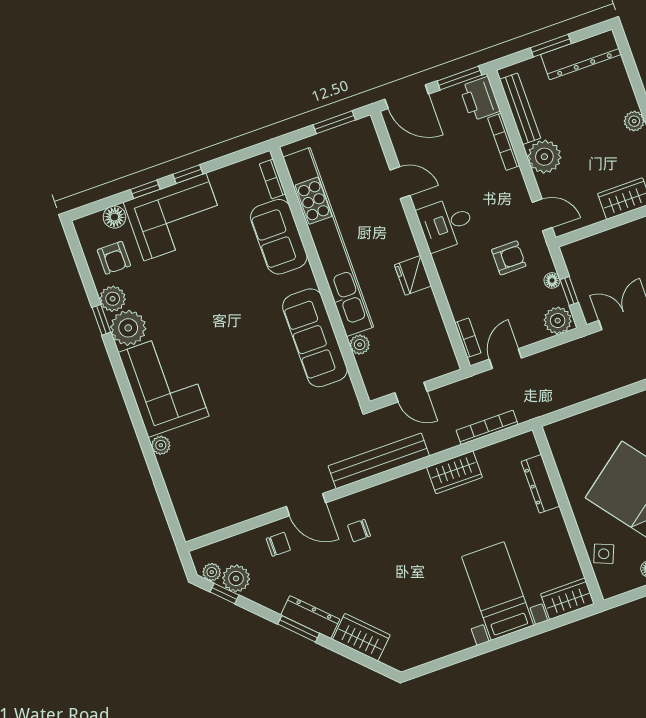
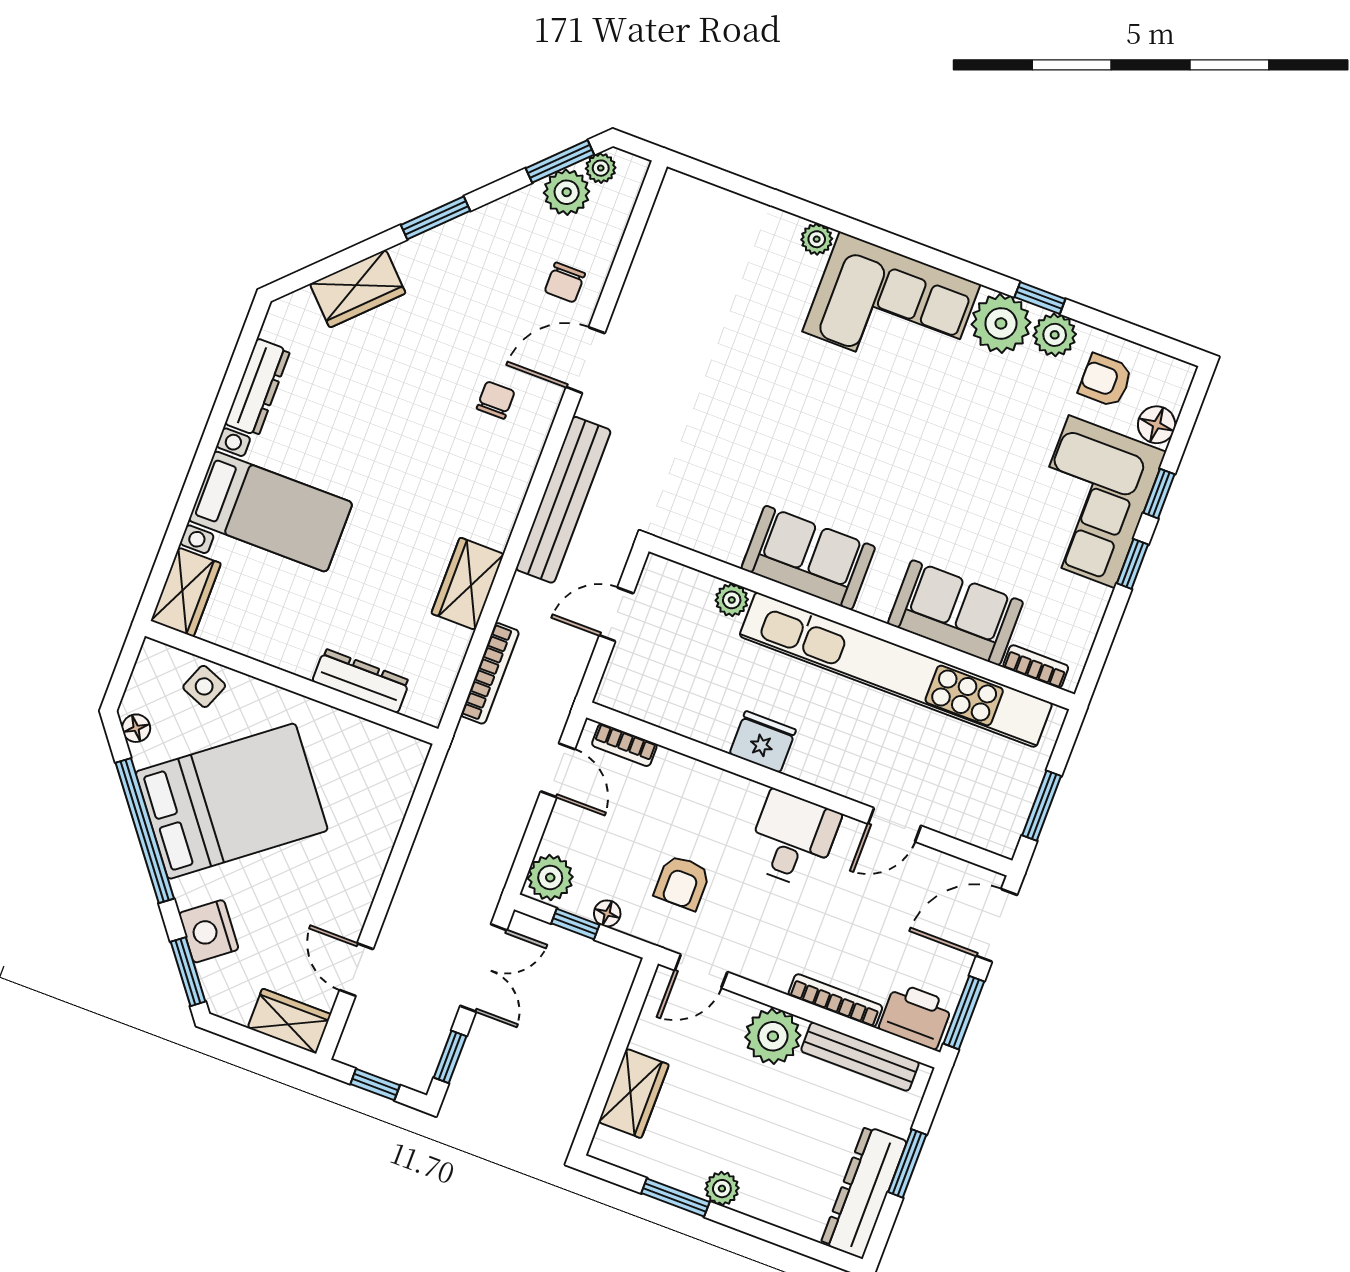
sofa: (315, 338) -> (808, 558), width x0.73
window: (224, 593) -> (560, 161), width x1.50
dresser: (310, 617) -> (257, 387), moved, turned -45

